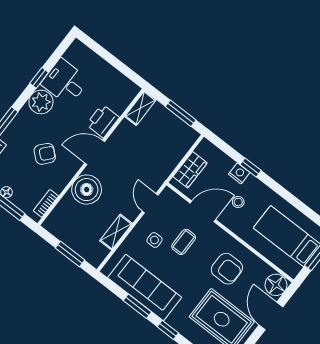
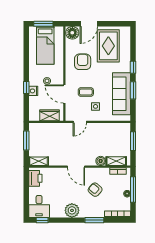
window: (39, 78) -> (42, 220), moved
desk: (65, 82) -> (39, 206), moved
printer: (103, 121) -> (35, 178), moved, turned -90
boiler: (87, 190) -> (101, 161), width x0.54, depth x0.54
shelving: (116, 232) -> (116, 161), moved

